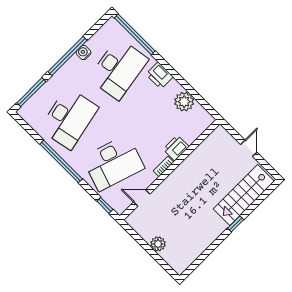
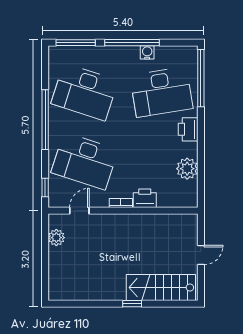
desk: (69, 118) -> (85, 92), turned 30
door: (142, 198) -> (79, 211), hinge flipped
plant: (158, 244) -> (56, 238), moved

